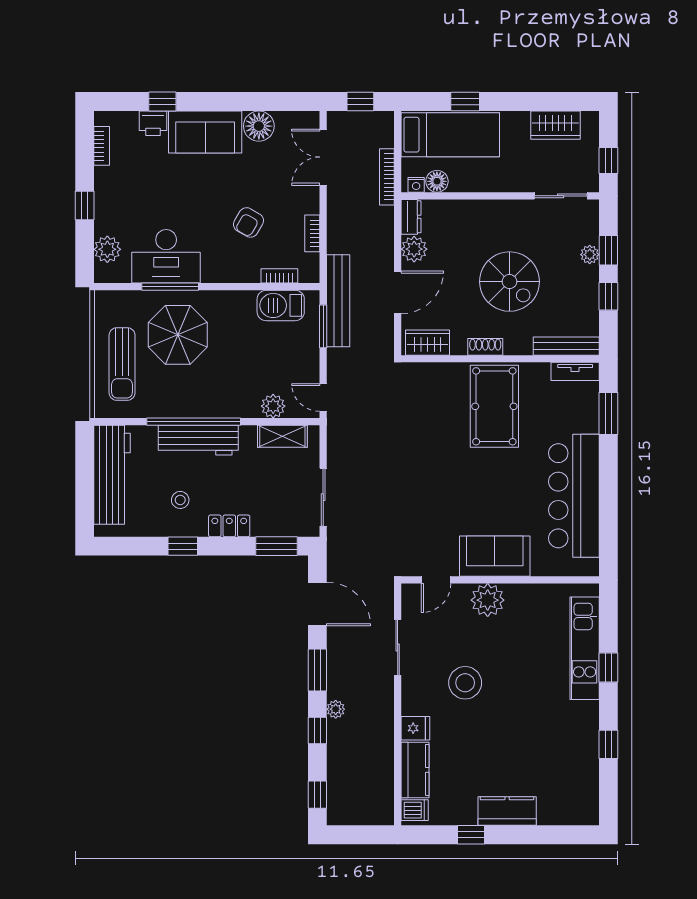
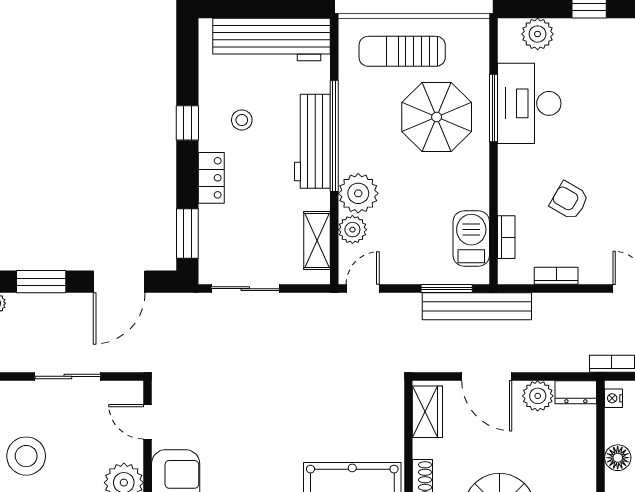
floor lamp: (437, 181) -> (618, 458), moved
plant: (242, 401) -> (358, 193), added

